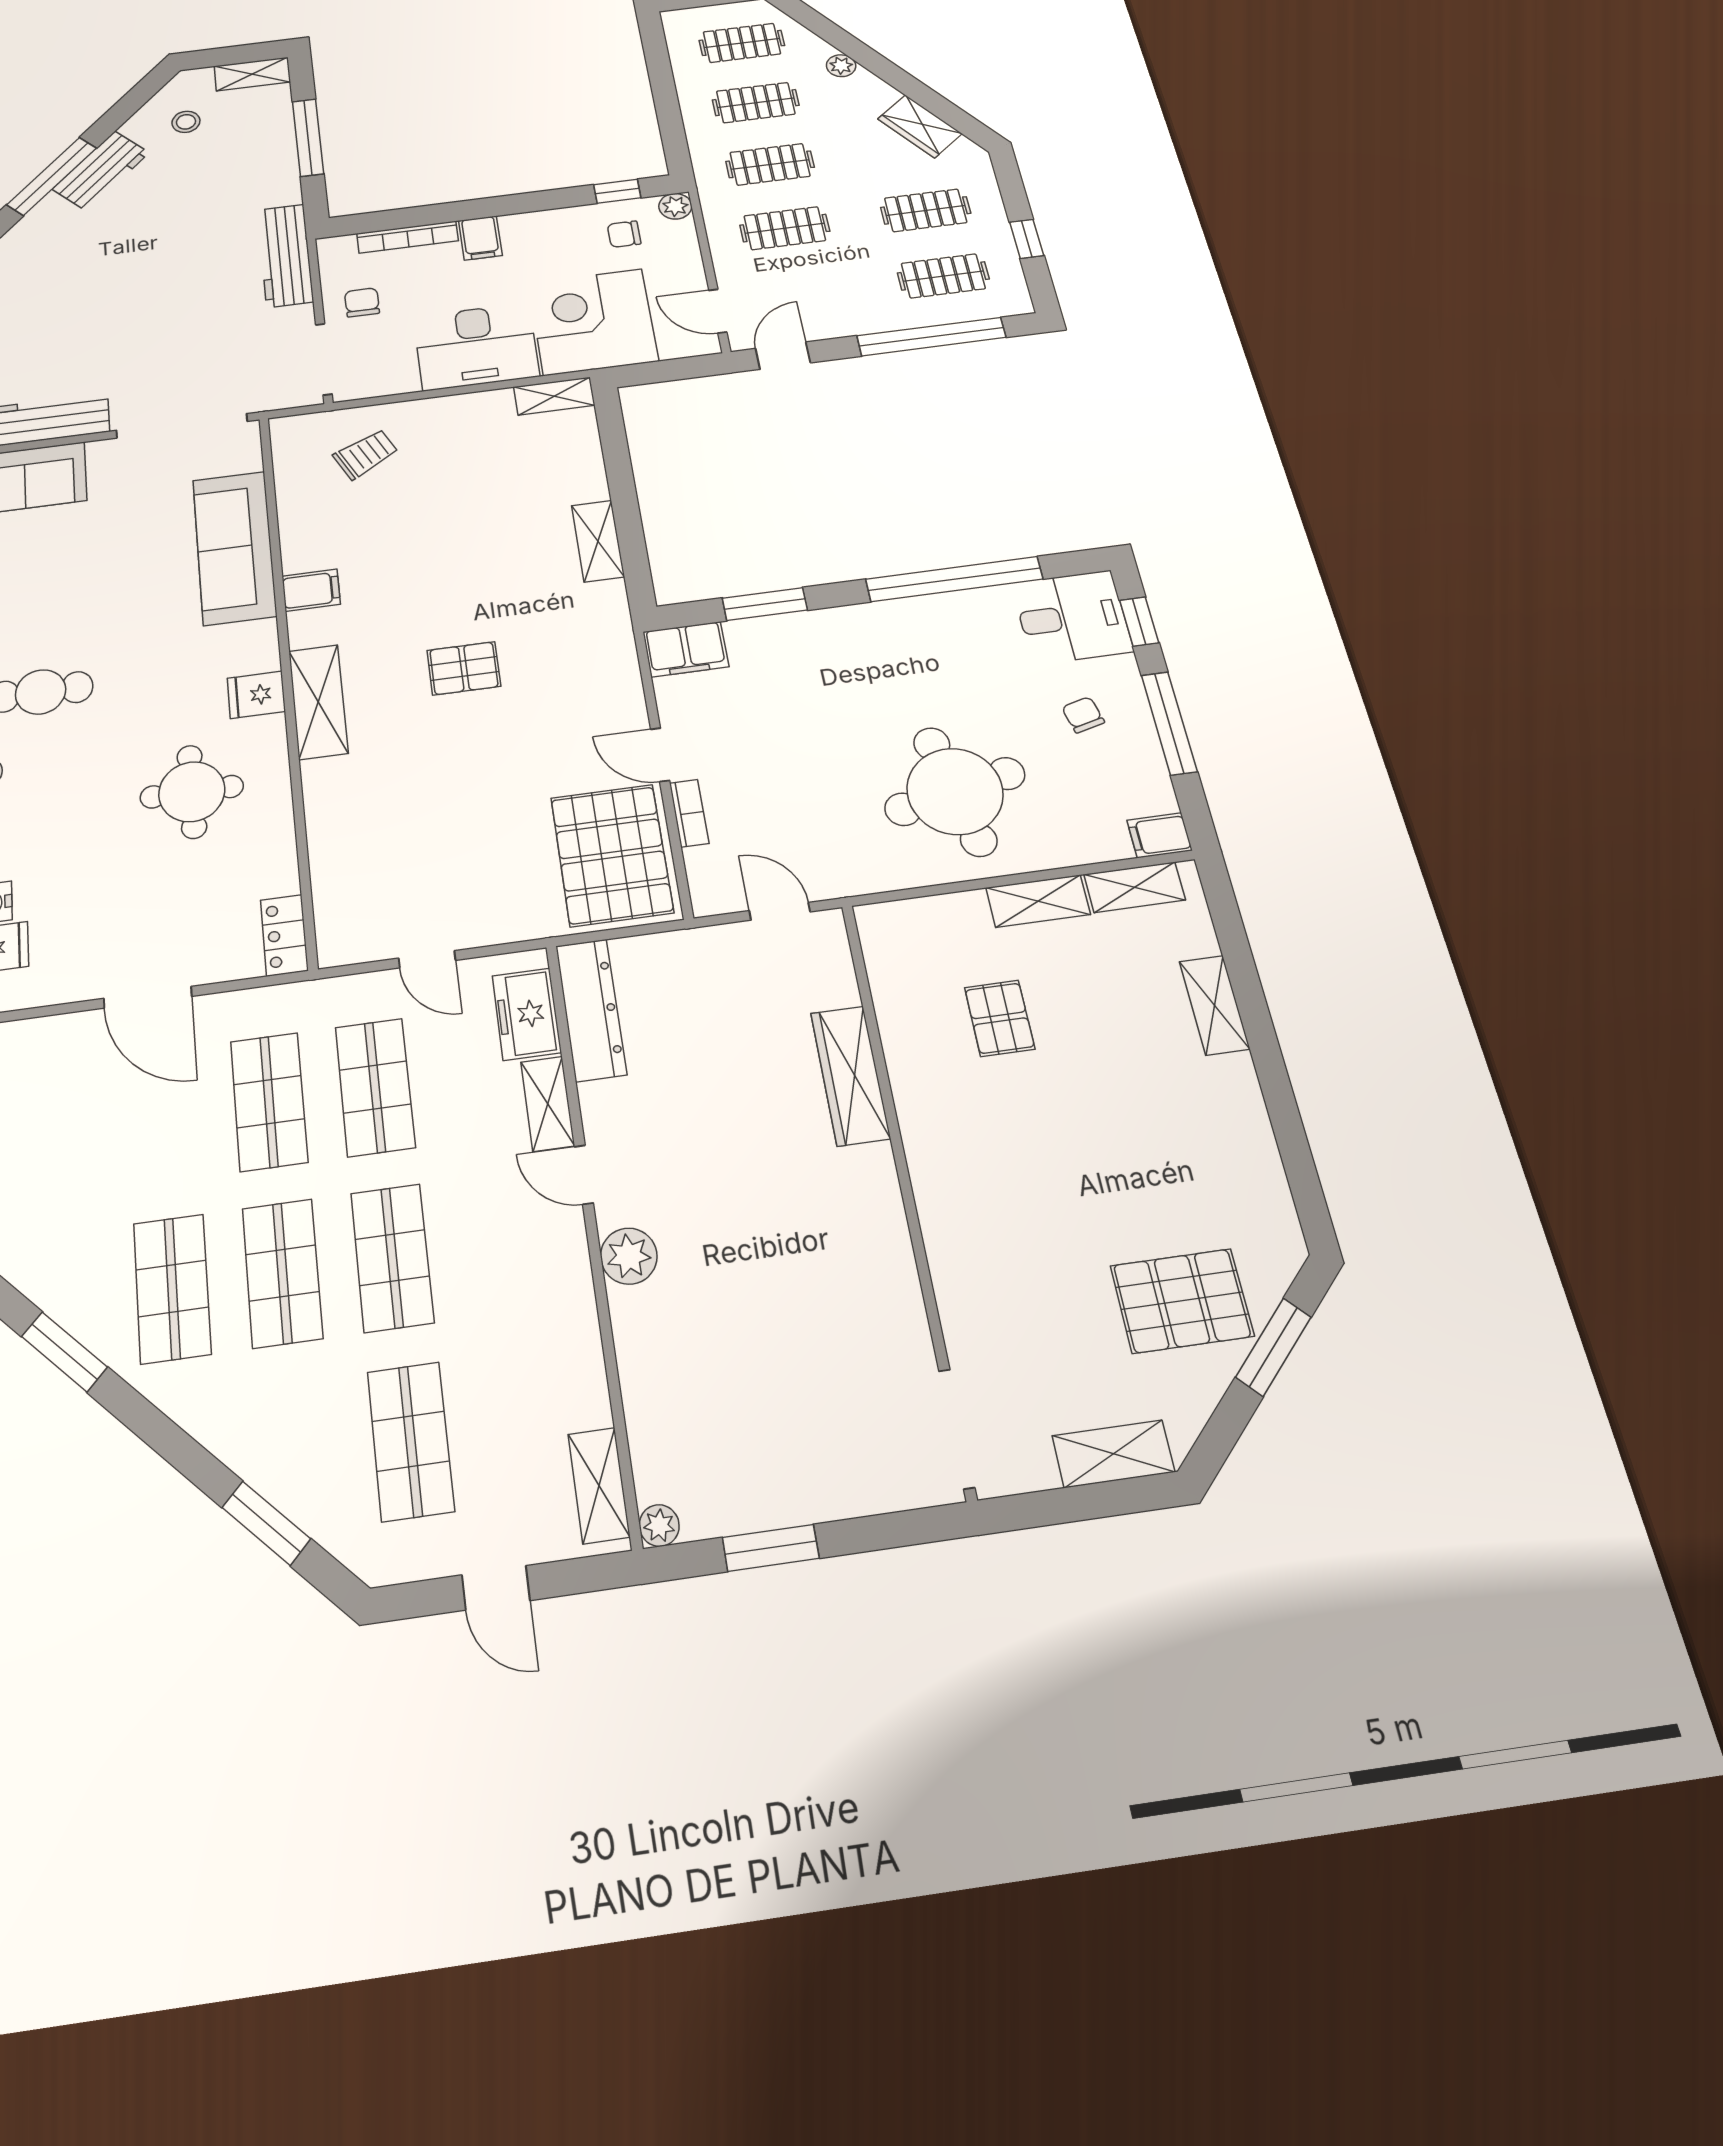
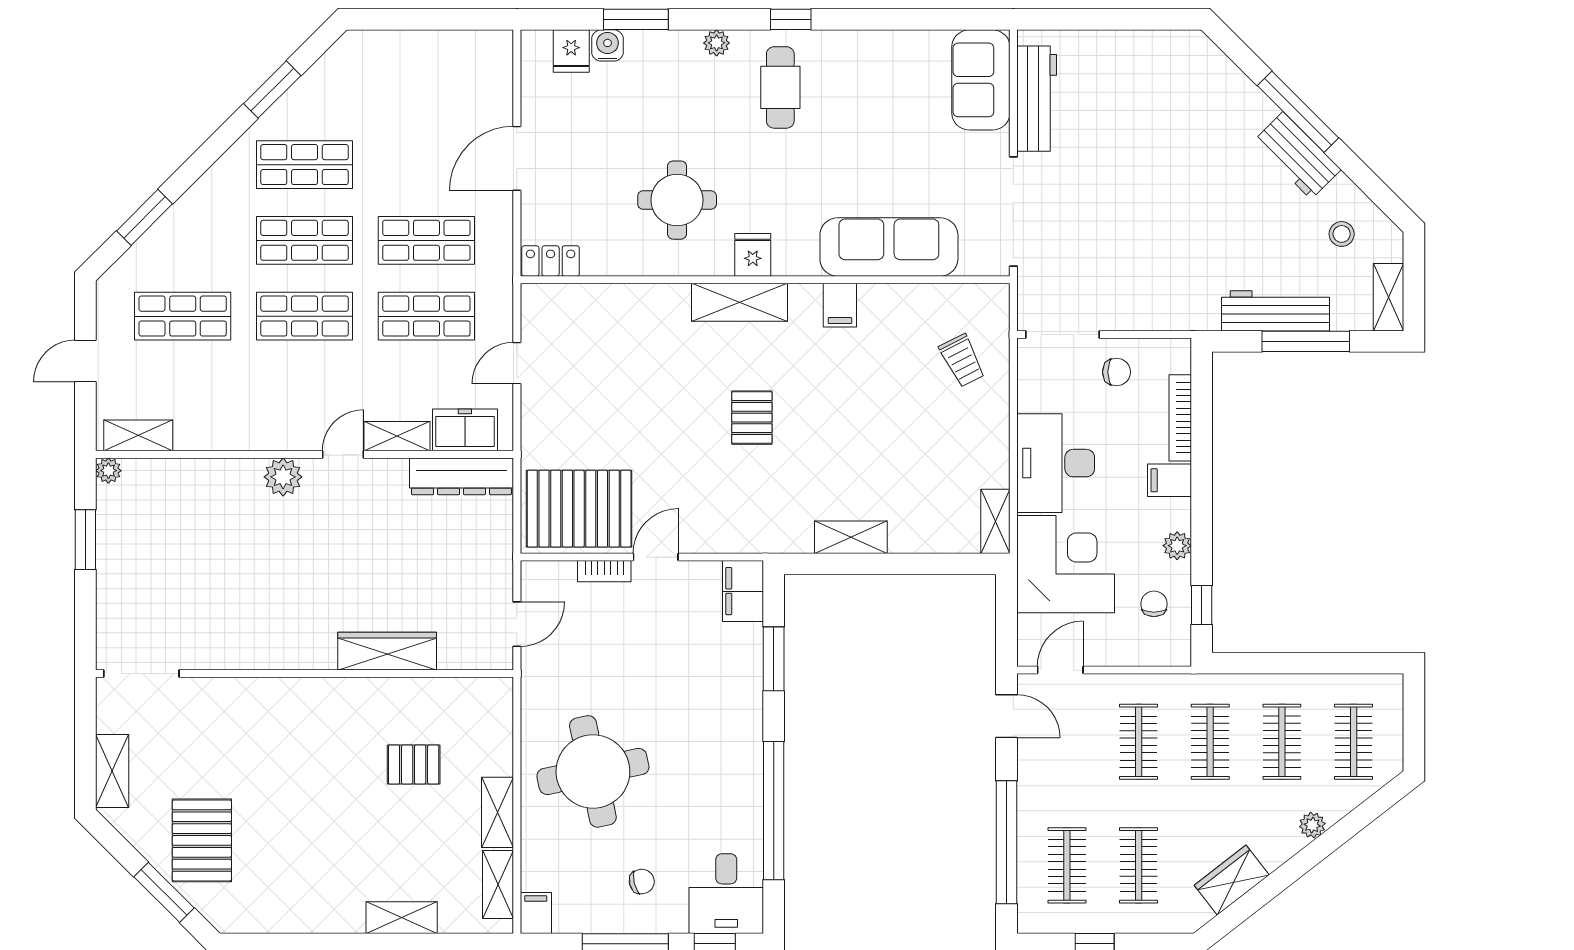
plant: (675, 206) -> (1177, 546), moved
workbench: (285, 256) -> (1275, 311), moved

